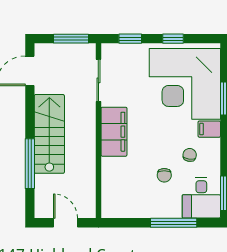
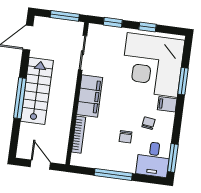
window: (30, 164) -> (20, 98), moved
bookcase: (107, 180) -> (79, 135), added
window: (174, 223) -> (113, 174), moved

